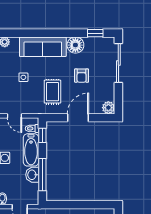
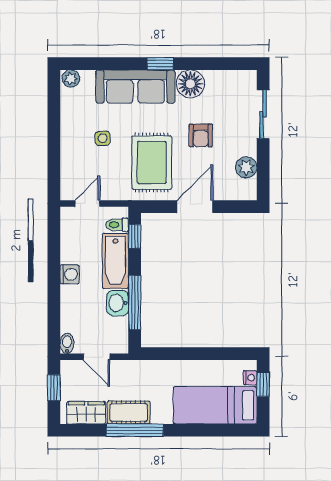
window: (95, 33) -> (160, 64), moved
sliding door: (118, 63) -> (263, 114), width x0.73
rug: (52, 92) -> (152, 163), width x1.36, depth x1.43
plant: (108, 108) -> (246, 167), moved
door: (14, 116) -> (87, 203), swing flipped

